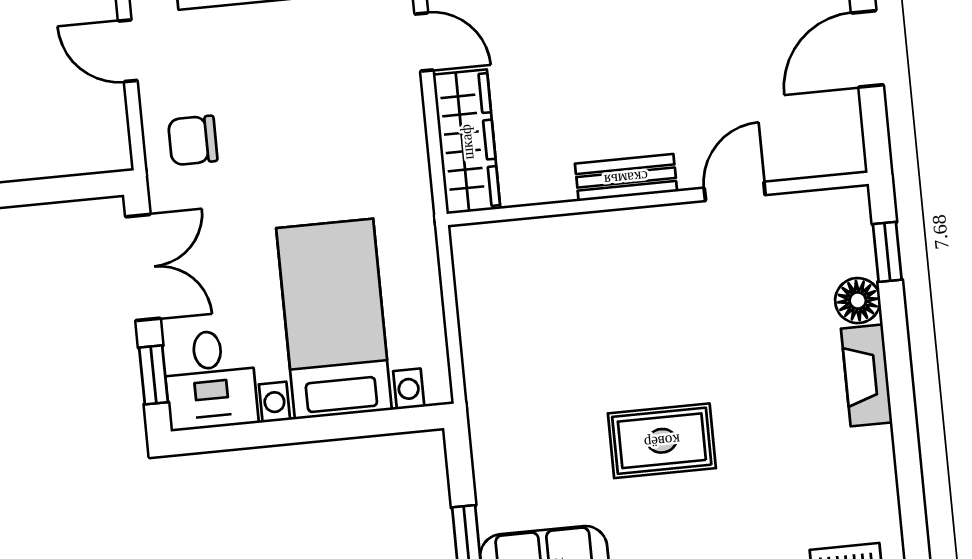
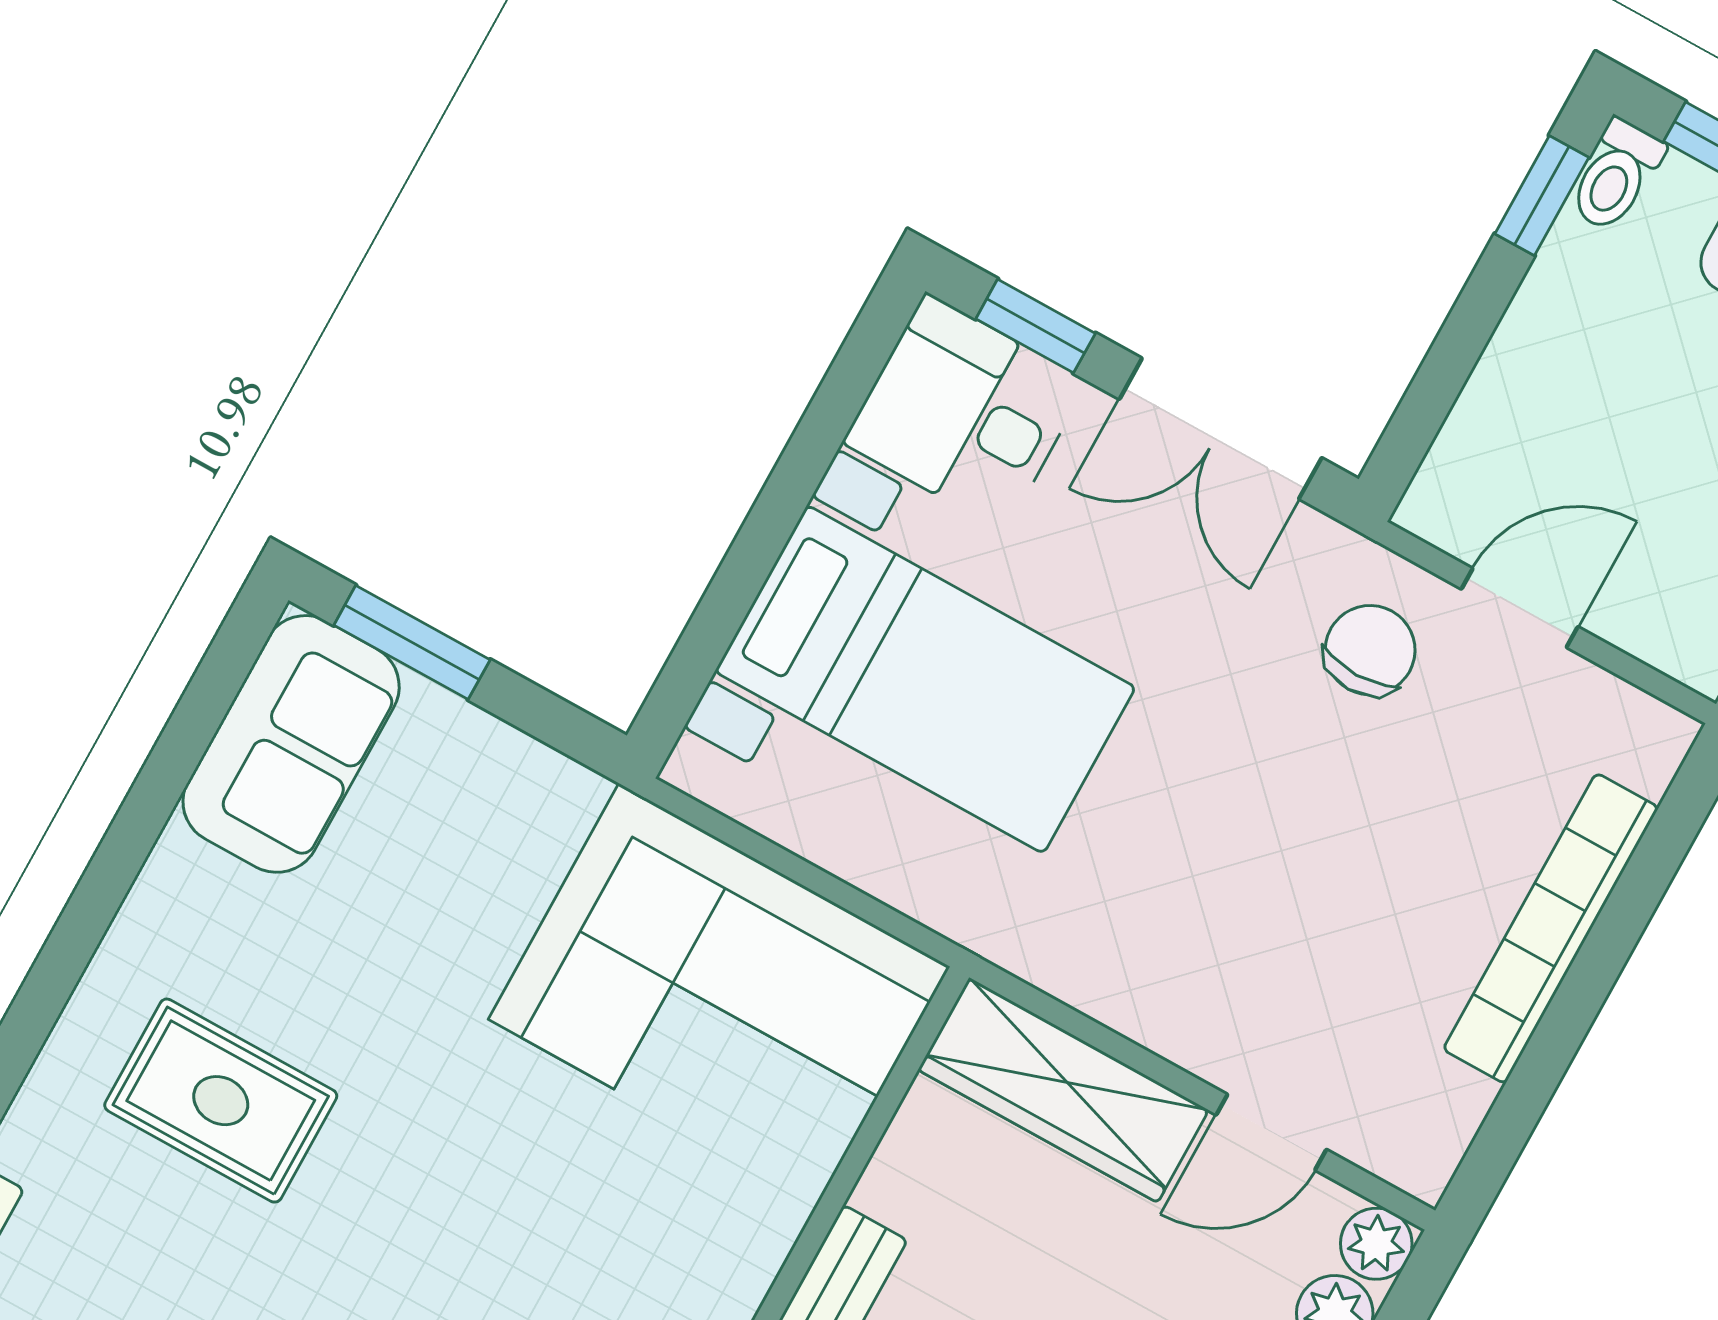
door: (128, 51) -> (1520, 608), moved
corner sofa: (526, 315) -> (719, 993), added
rug: (662, 441) -> (221, 1101), moved, turned 90

